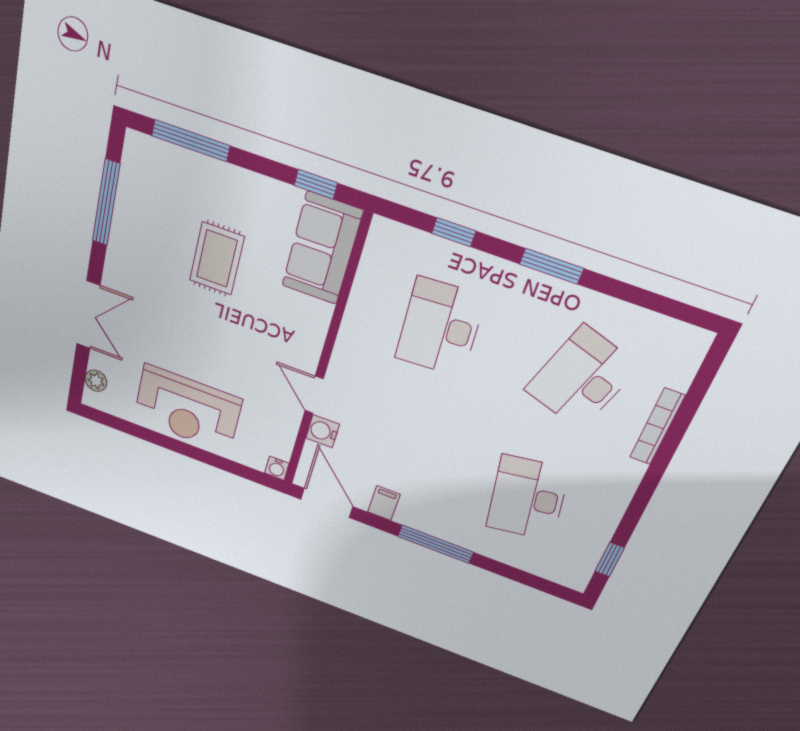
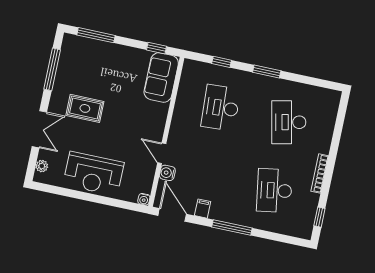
rug: (217, 259) -> (85, 108), moved, turned 90
desk: (581, 378) -> (289, 122), turned -30
bookcase: (657, 427) -> (320, 174), moved

